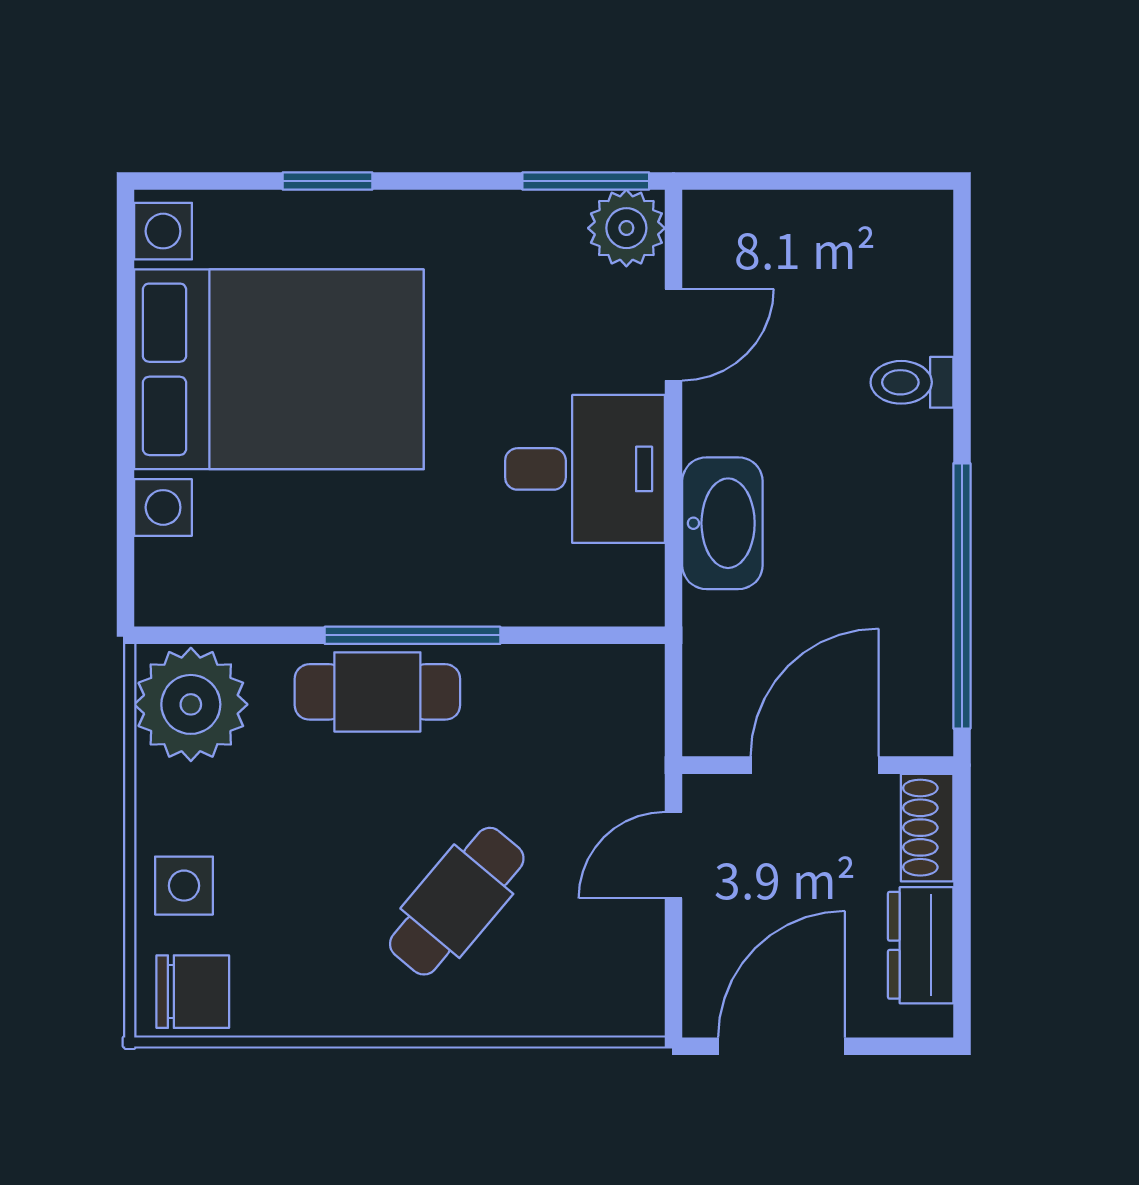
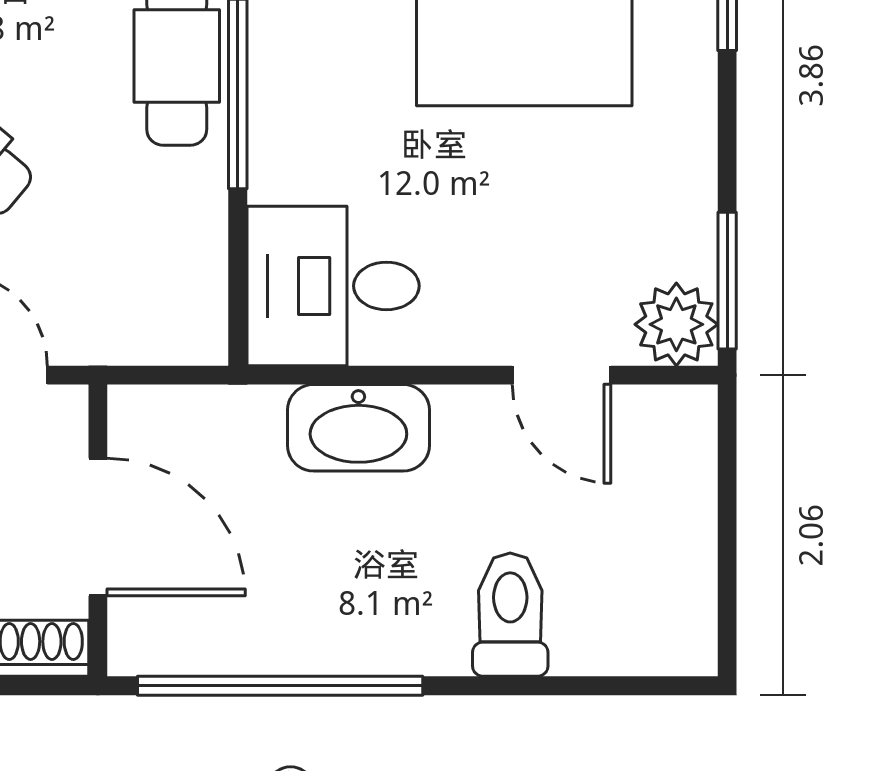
toilet: (912, 382) -> (510, 615), width x1.37, depth x1.39
desk: (585, 469) -> (333, 286), moved, turned 90

